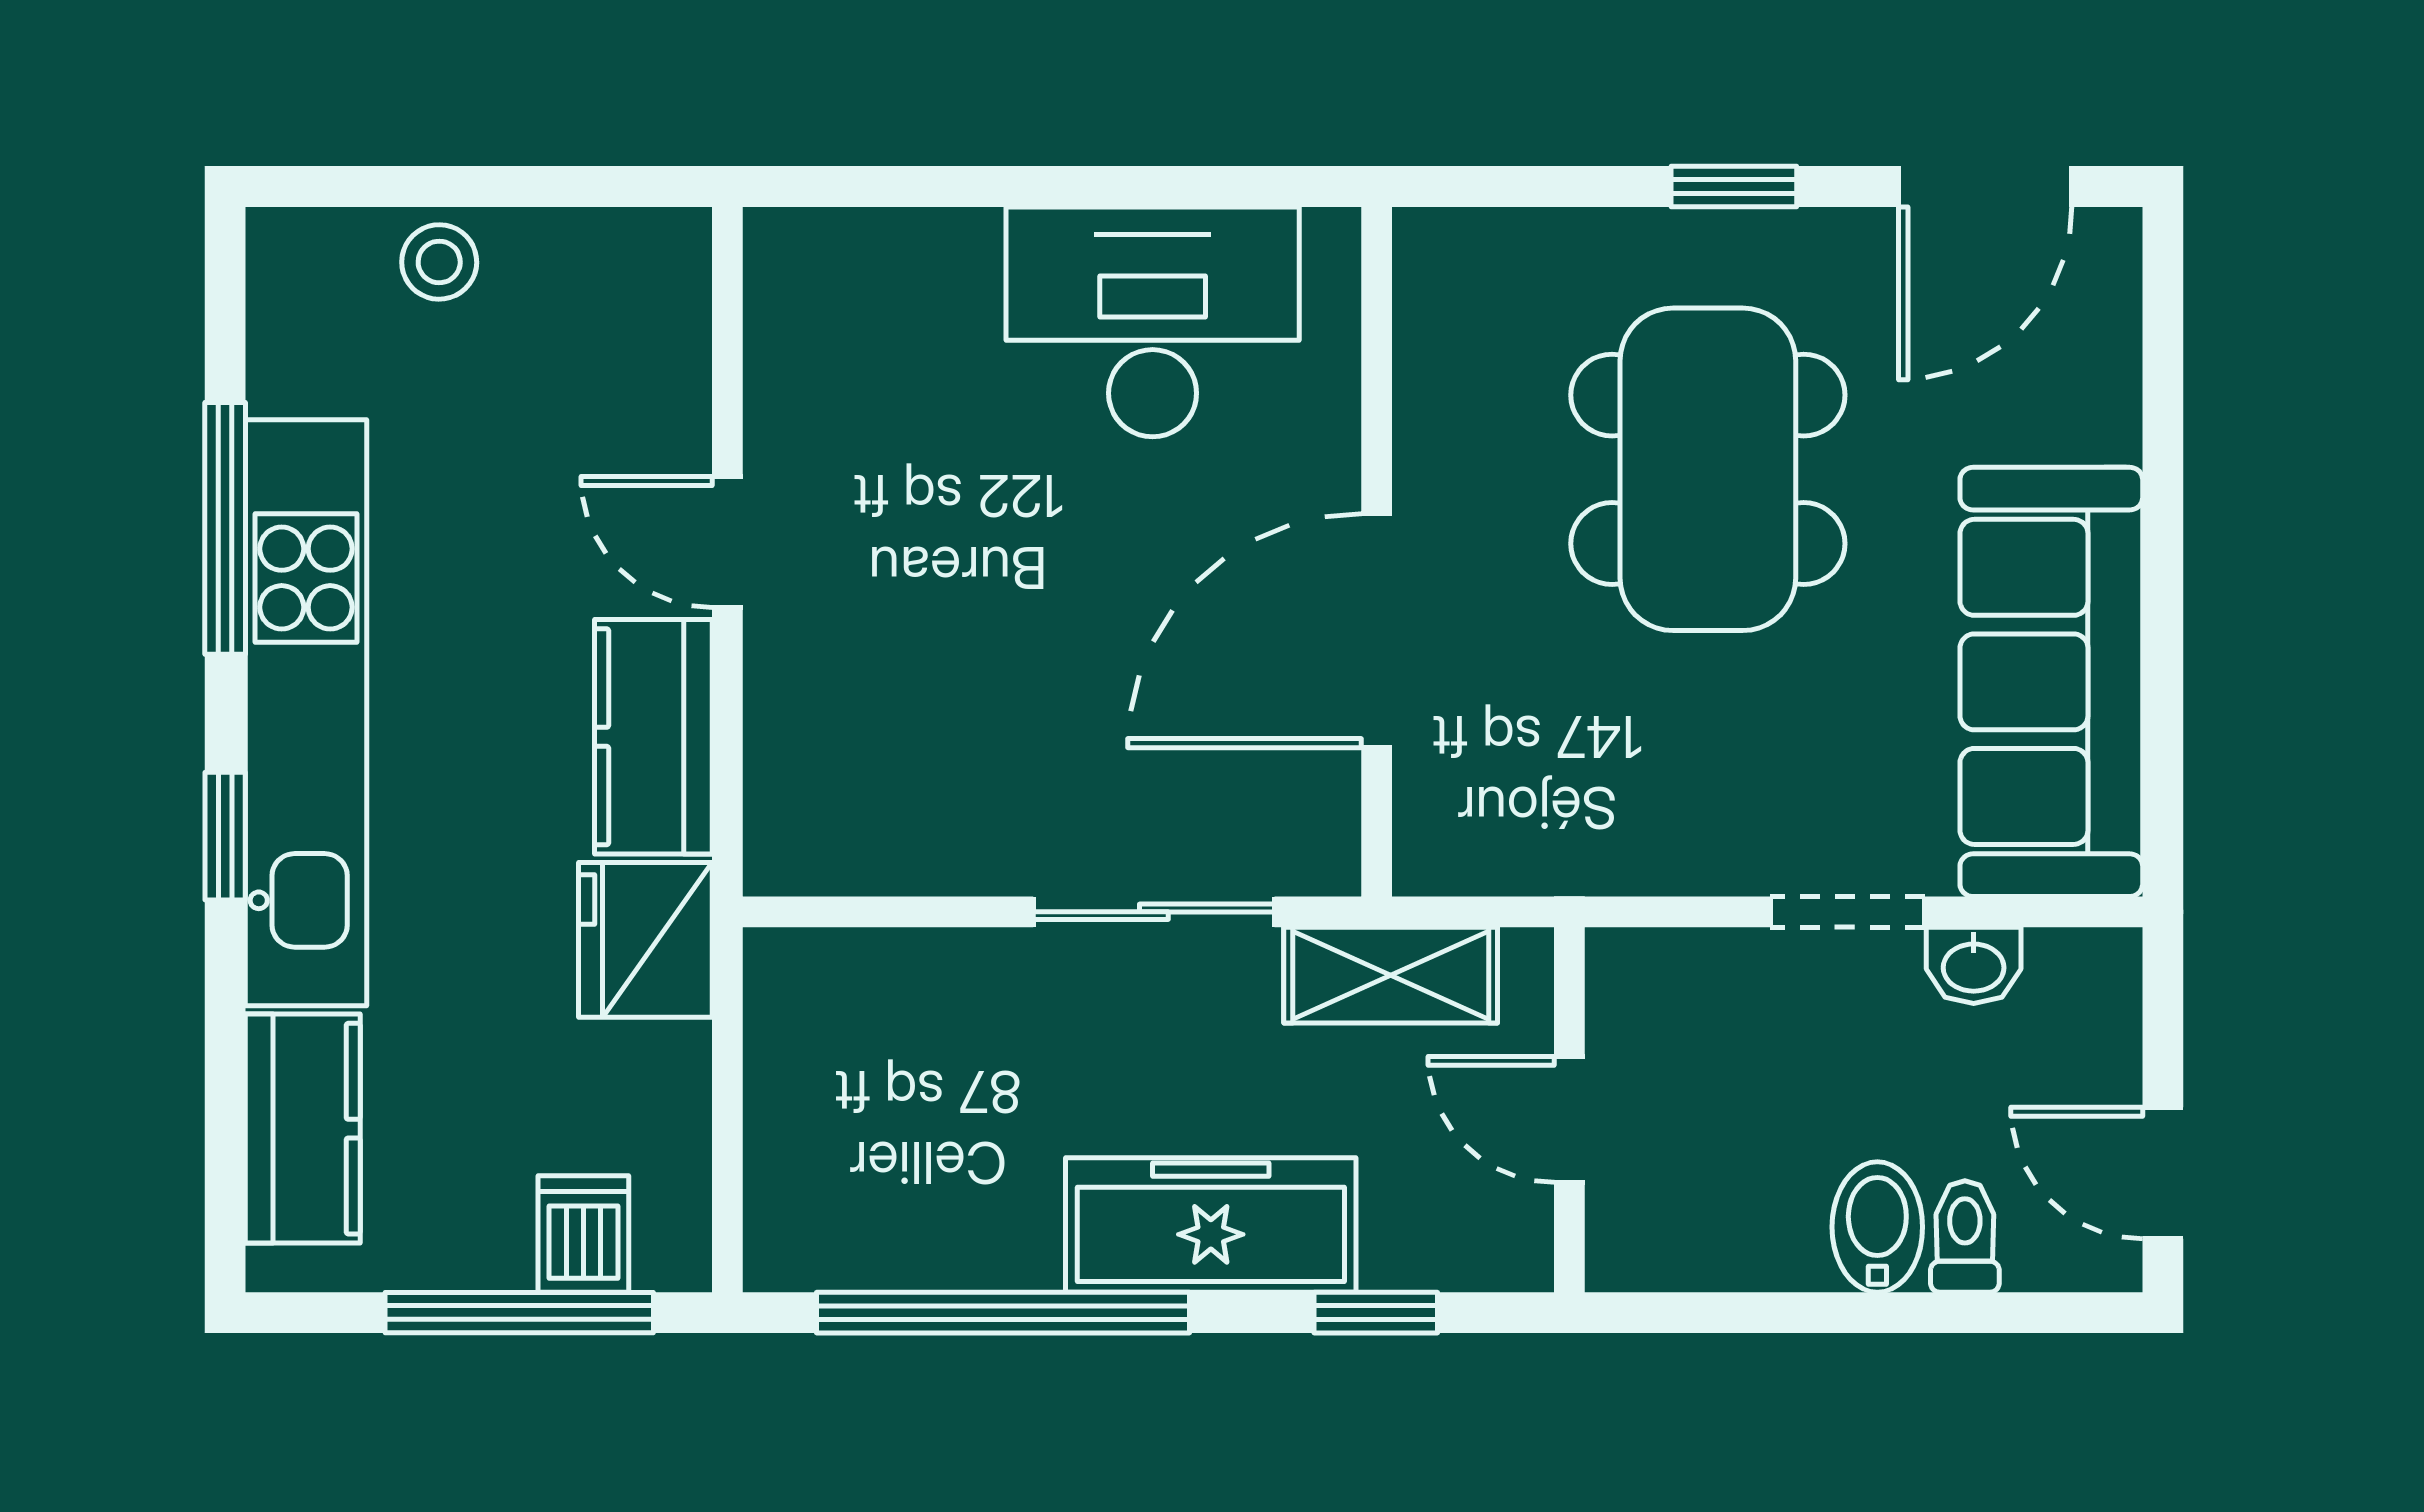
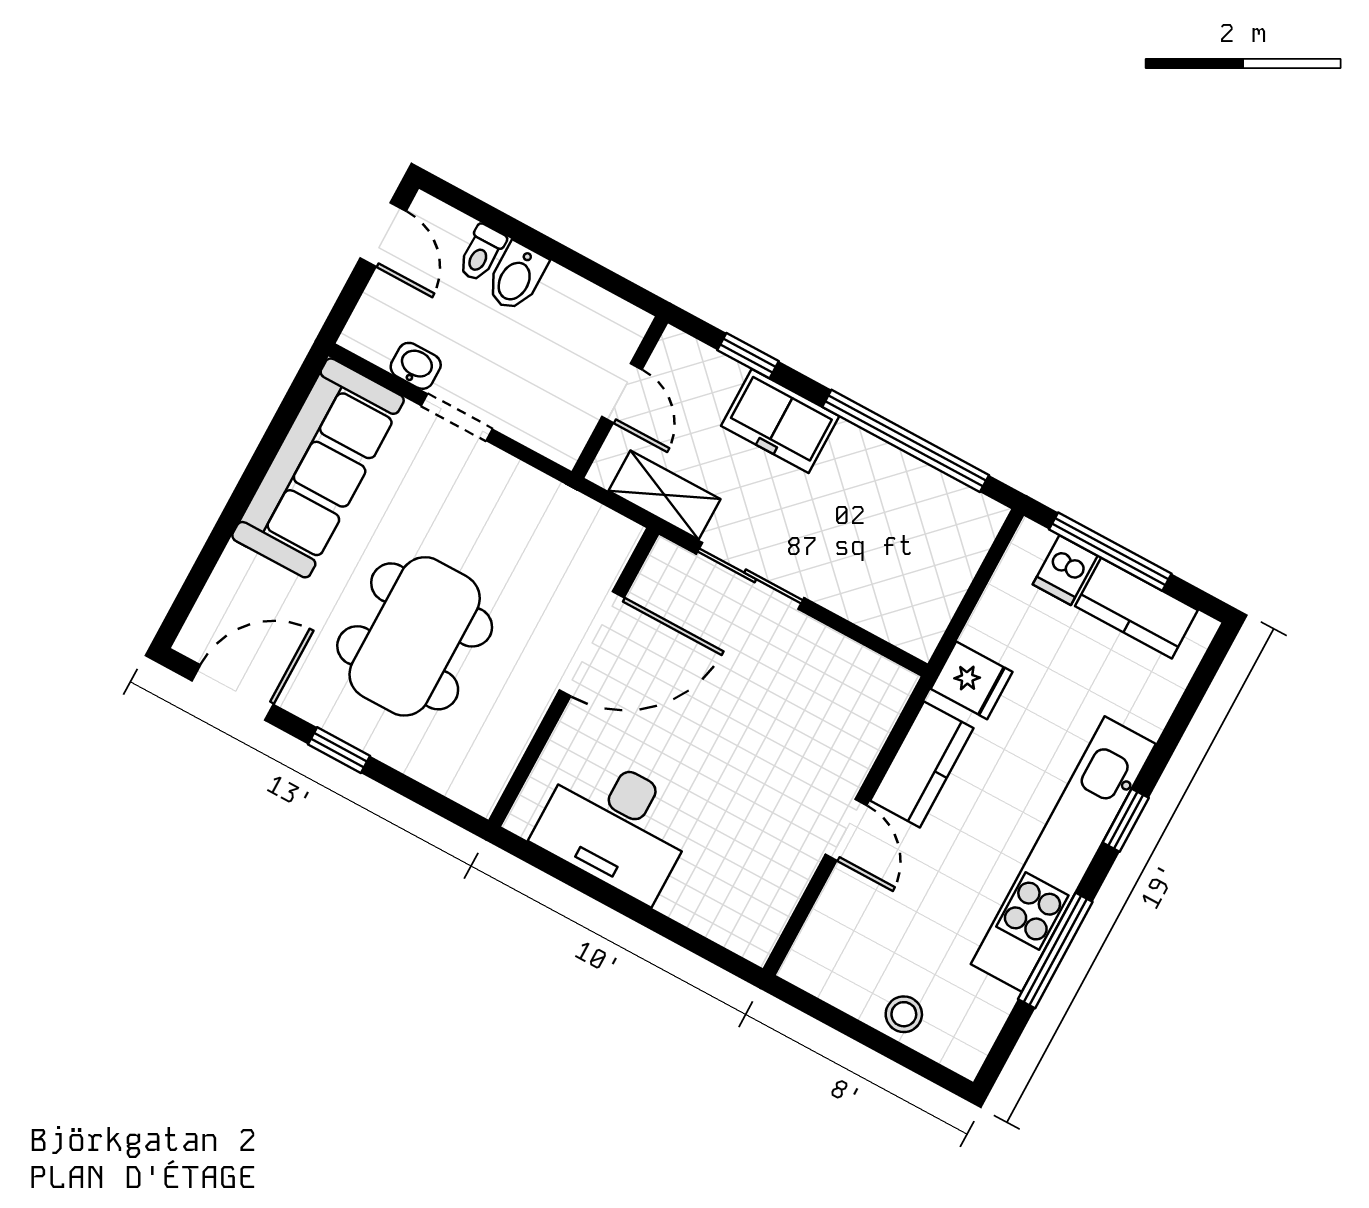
fridge: (645, 940) -> (972, 680), width x0.72
kitchen counter: (303, 1129) -> (1136, 608), moved, turned -90
freezer: (1211, 1225) -> (780, 421), width x0.71

